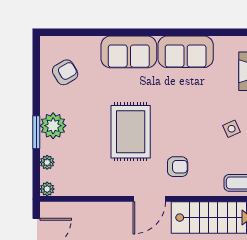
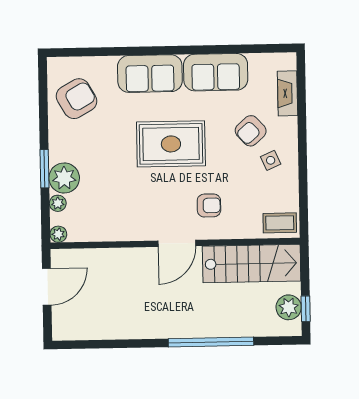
armchair: (65, 72) -> (77, 99), width x1.38, depth x1.38
armchair: (215, 103) -> (251, 131), added
plant: (53, 126) -> (64, 178), moved
rug: (131, 132) -> (171, 144), moved, turned 90

